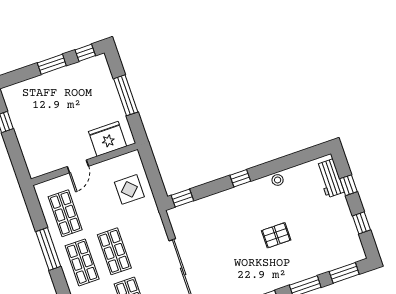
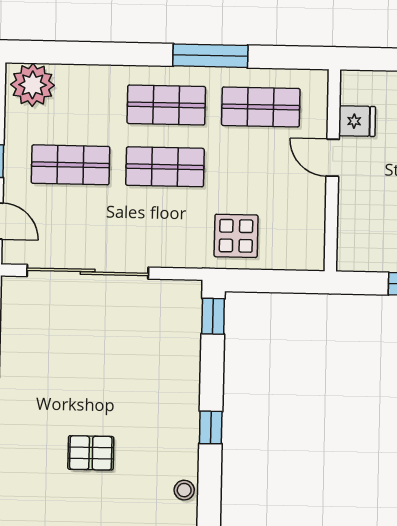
fridge: (108, 139) -> (357, 121), moved, width x0.53, depth x0.75
display table: (129, 189) -> (236, 236), moved
pallet: (276, 235) -> (91, 453), turned 90

